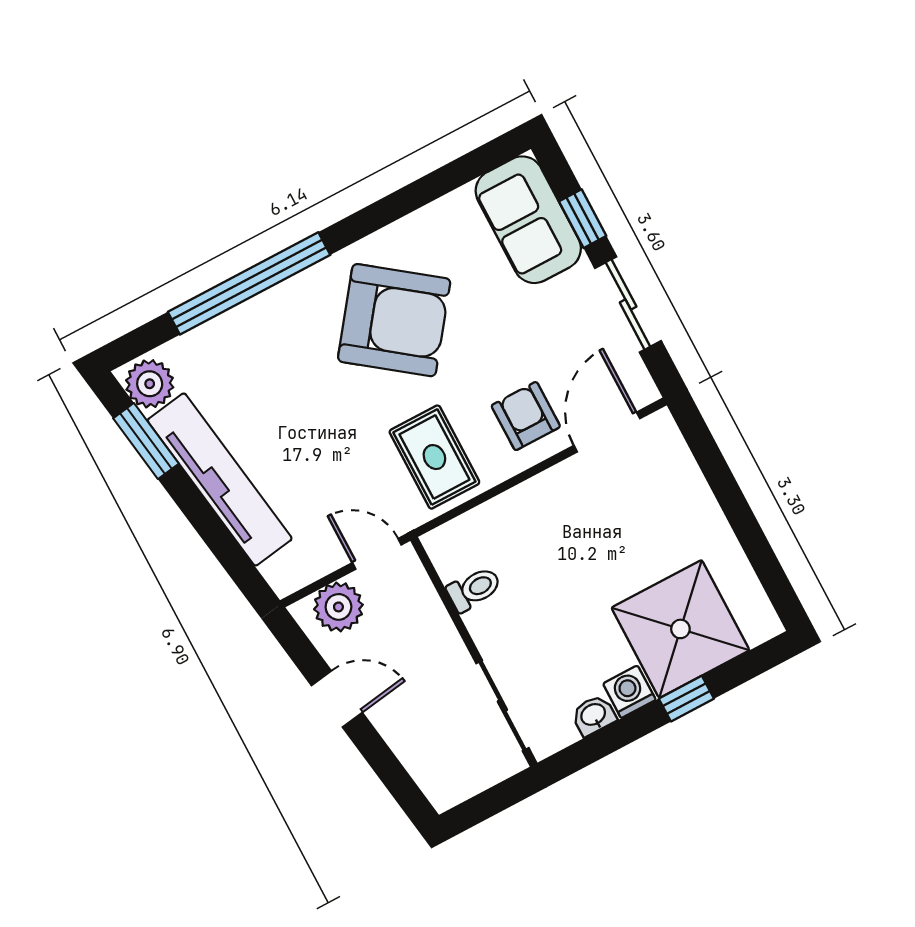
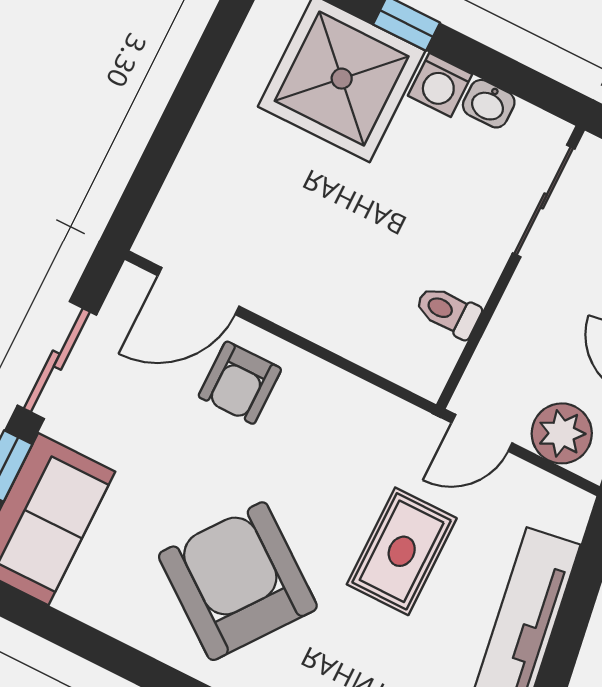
rug: (434, 457) -> (402, 551), moved
door: (377, 554) -> (482, 433), hinge flipped

